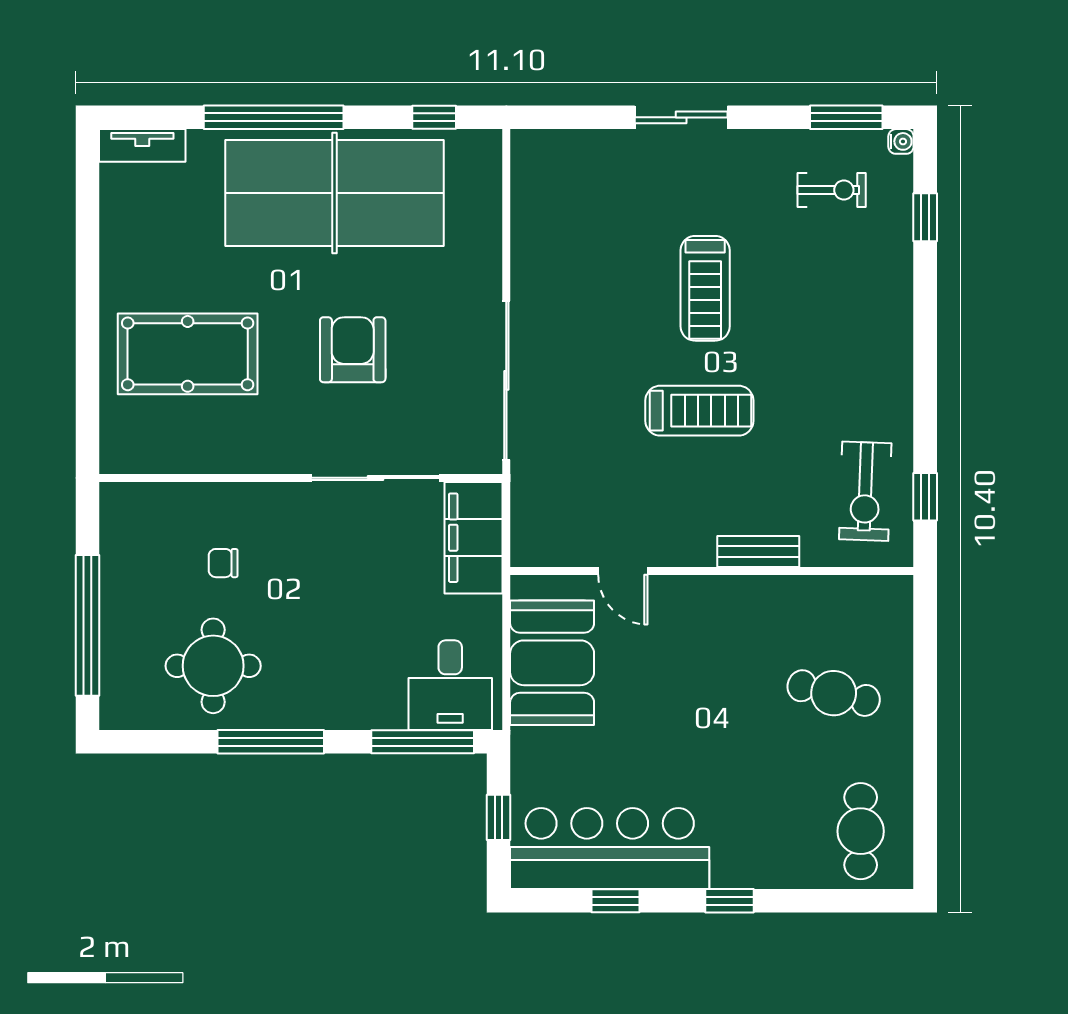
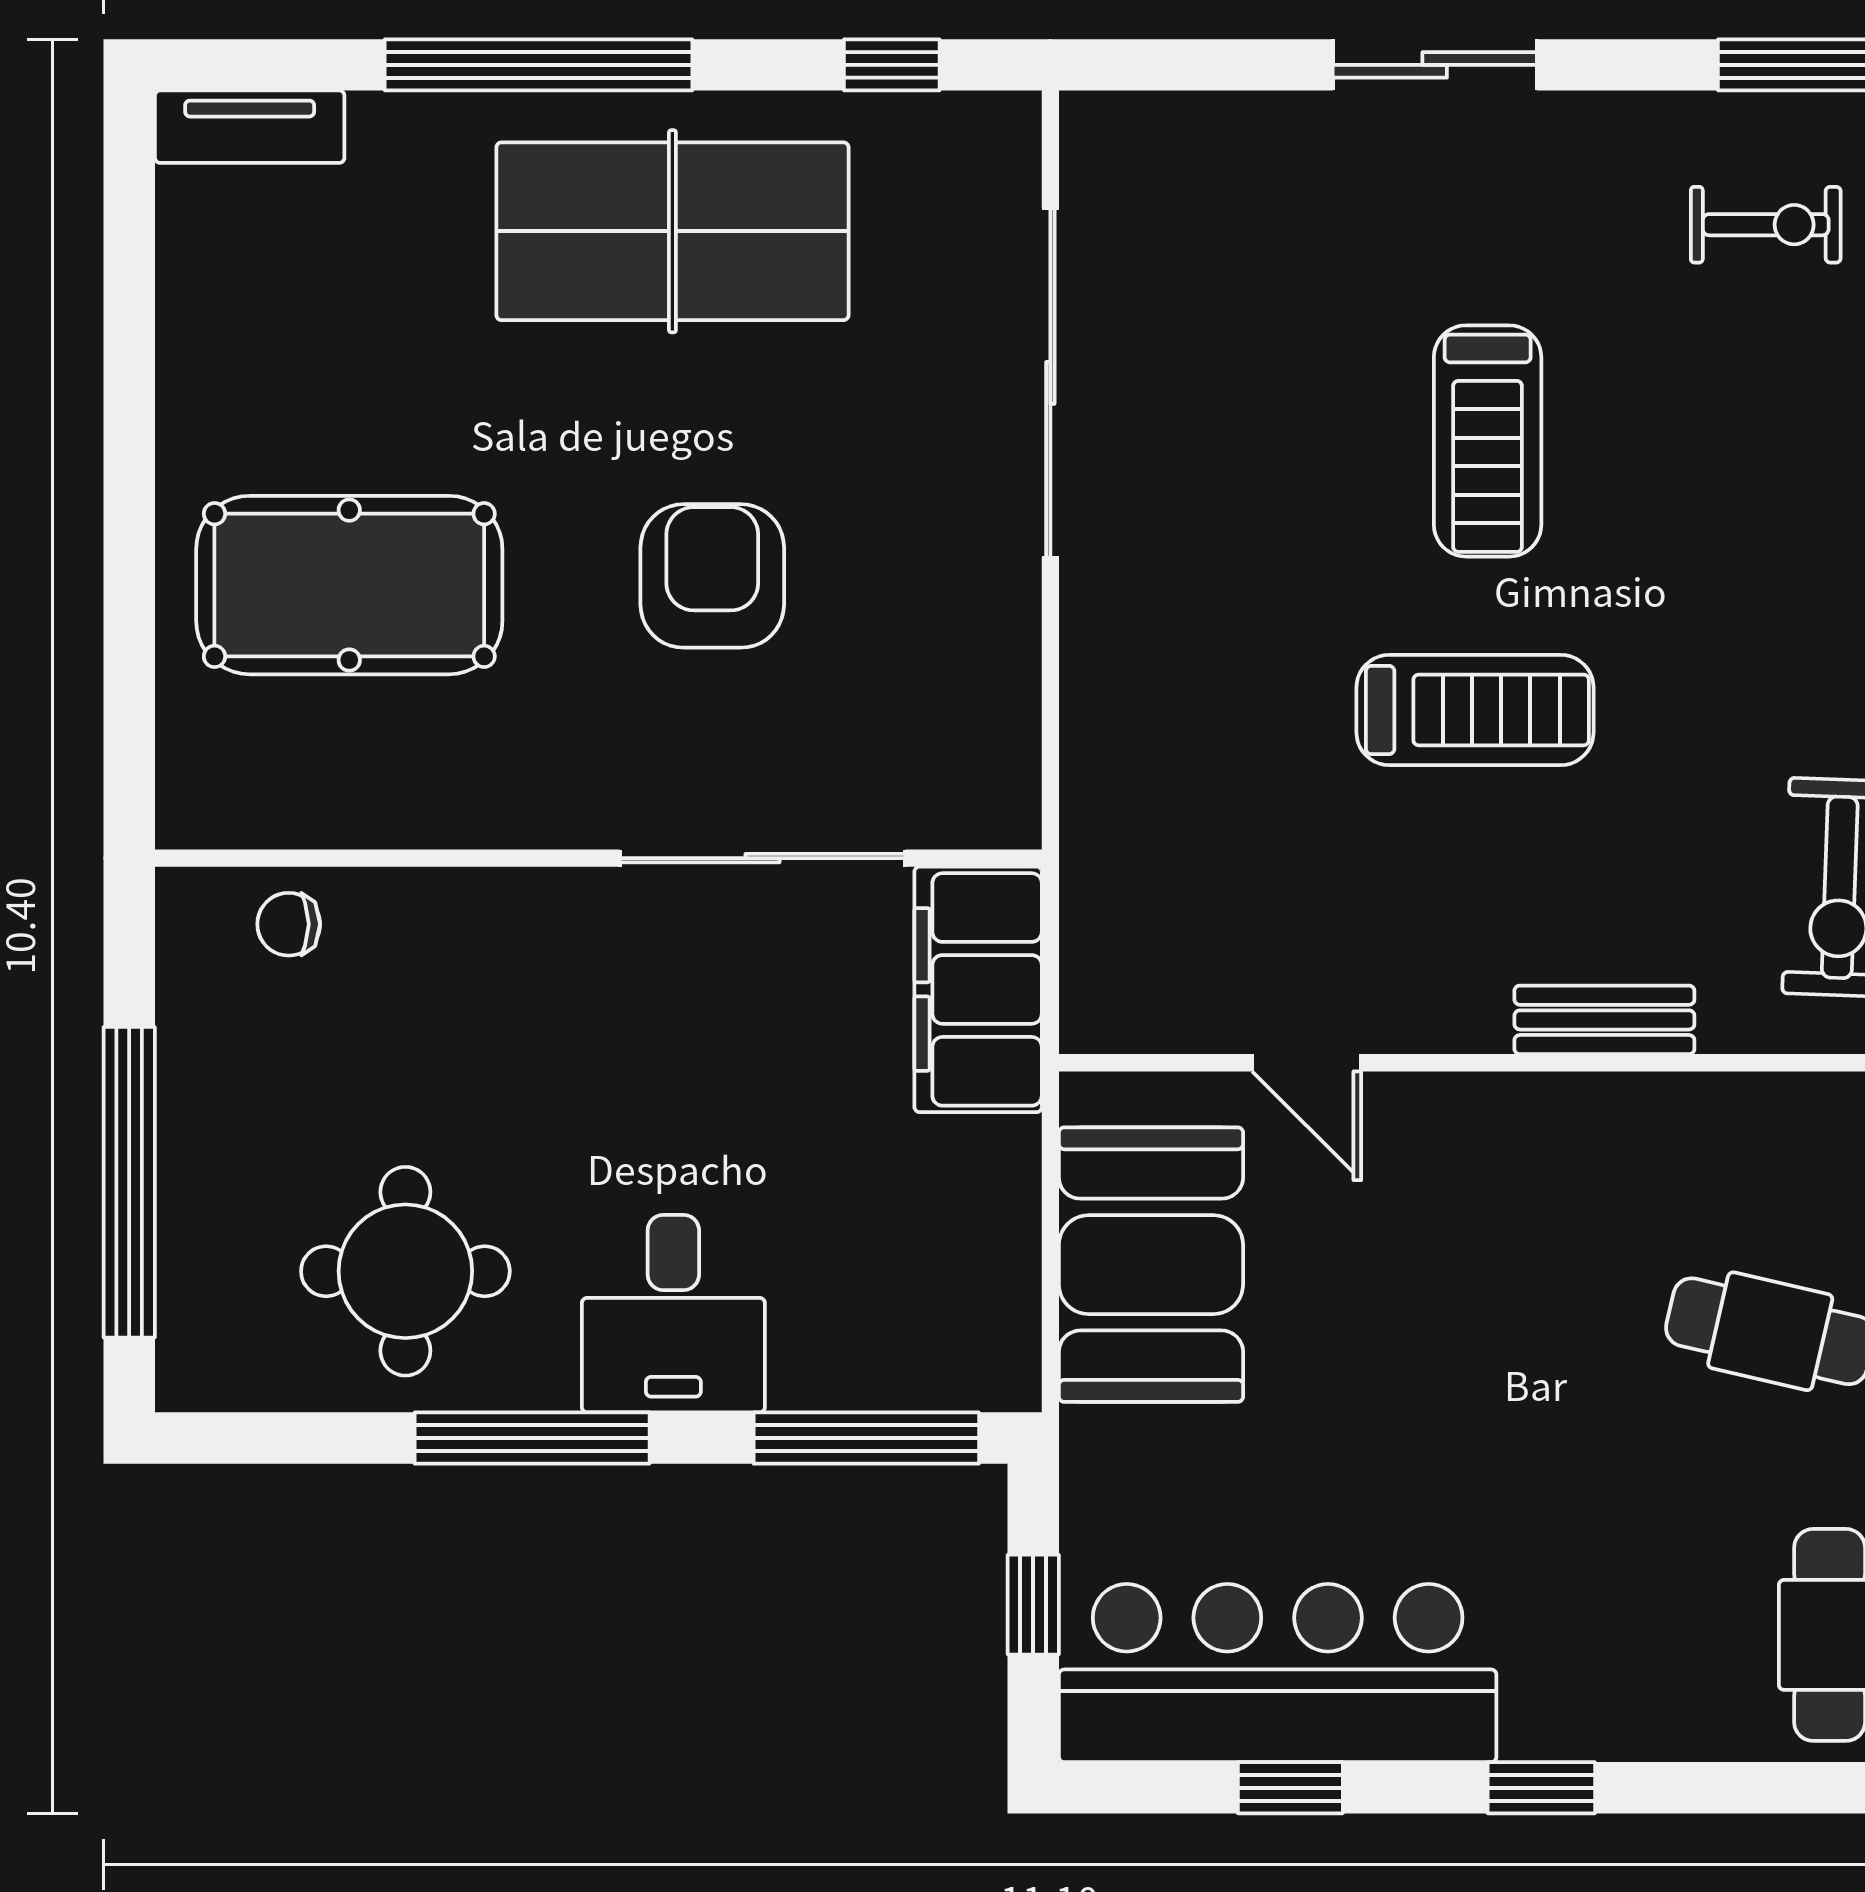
table tennis table: (335, 193) -> (672, 231), width x0.73, depth x0.76
sliding door: (506, 380) -> (1050, 383), moved
chair: (223, 563) -> (289, 924), moved
desk: (450, 685) -> (673, 1314), moved

